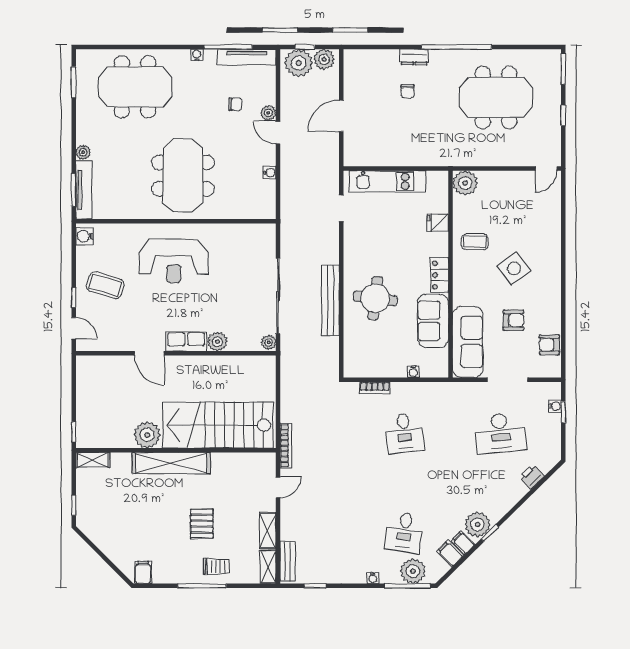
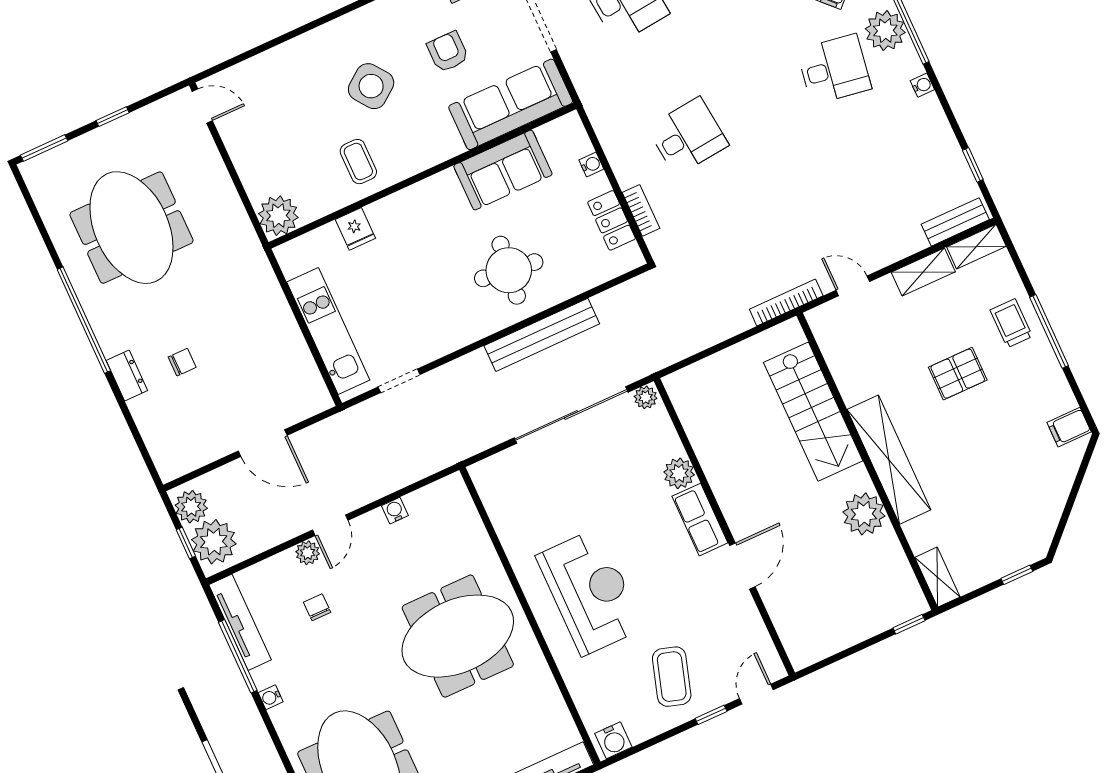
locker: (439, 275) -> (612, 220), moved, turned 90
stairs: (218, 425) -> (813, 412), width x0.73, depth x0.66

